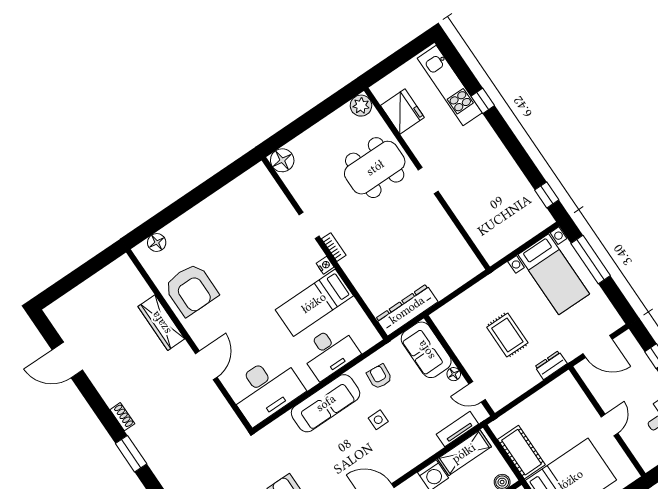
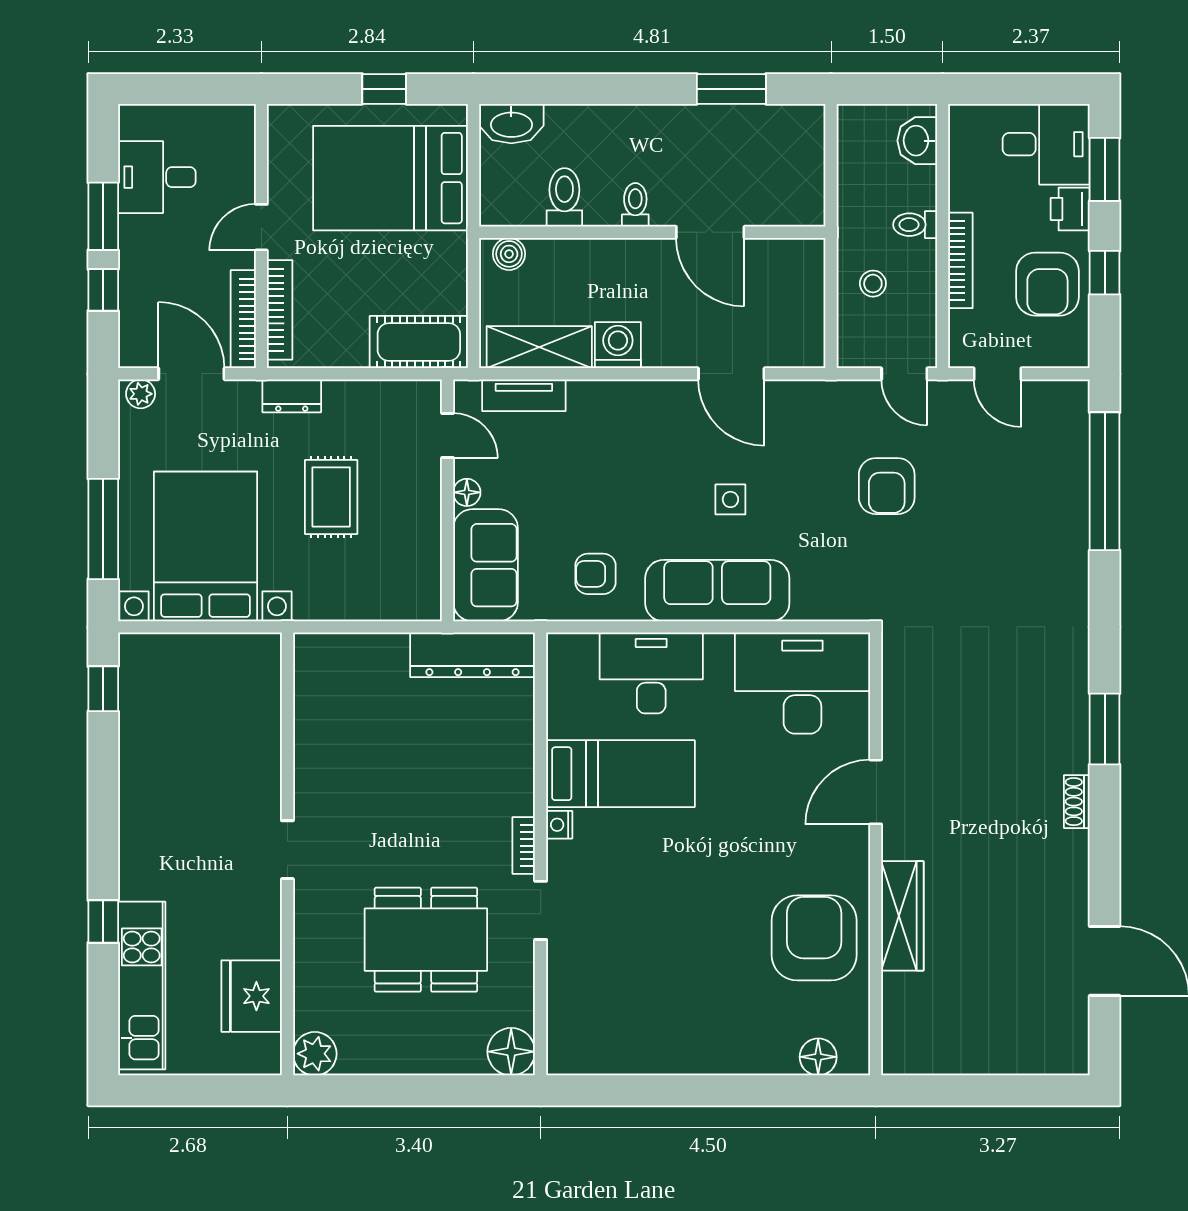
dining table: (375, 168) -> (426, 940), moved
bed with nightstands: (554, 274) -> (205, 546), width x1.36
plant: (613, 324) -> (141, 394), added
armchair: (379, 377) -> (595, 574), turned 85
bookcase: (592, 383) -> (243, 319), added
bookcase: (579, 397) -> (280, 310), added
side table: (378, 420) -> (730, 499), moved
cot: (521, 452) -> (419, 342), moved, turned 90

